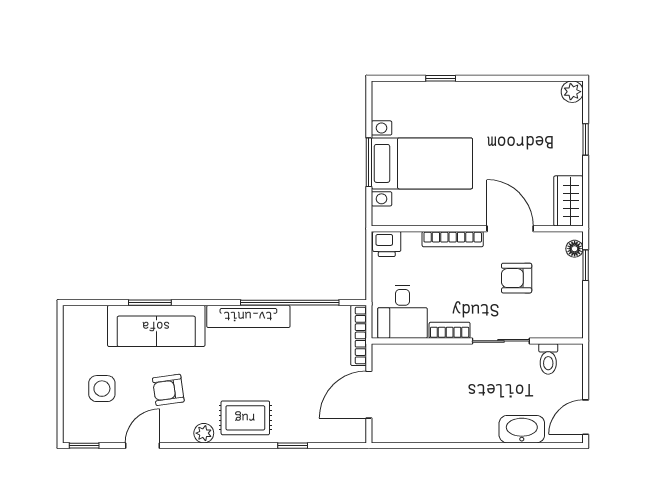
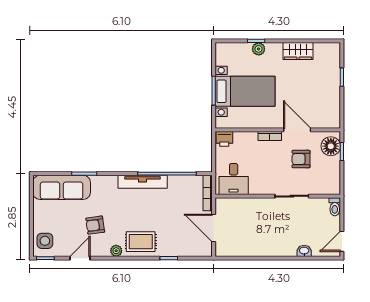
plant: (572, 92) -> (259, 49), moved
wardrobe: (568, 201) -> (298, 51), moved, turned -90
bookcase: (453, 239) -> (270, 136), width x0.64
floor lamp: (575, 249) -> (331, 146), width x1.89, depth x1.89
sofa: (156, 326) -> (62, 187), moved
bookcase: (450, 330) -> (261, 190), removed
toilet: (548, 359) -> (335, 207), moved
side table: (102, 389) -> (45, 241), moved
door: (369, 395) -> (214, 228), hinge flipped
washbasin: (522, 429) -> (304, 251), width x0.52, depth x0.69

